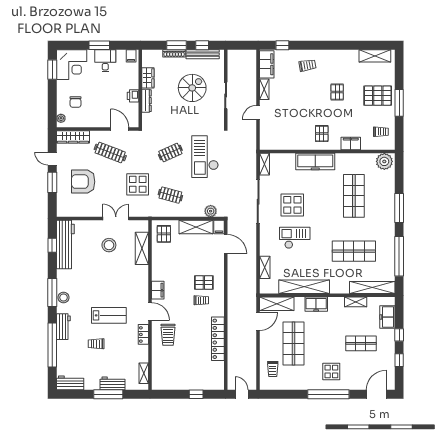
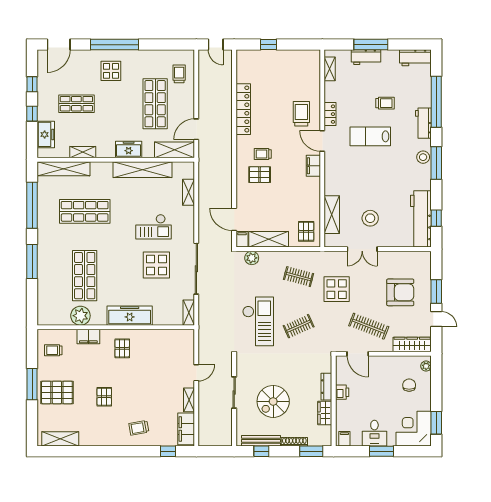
window: (177, 45) -> (311, 451), moved
plant: (384, 161) -> (80, 316), moved

